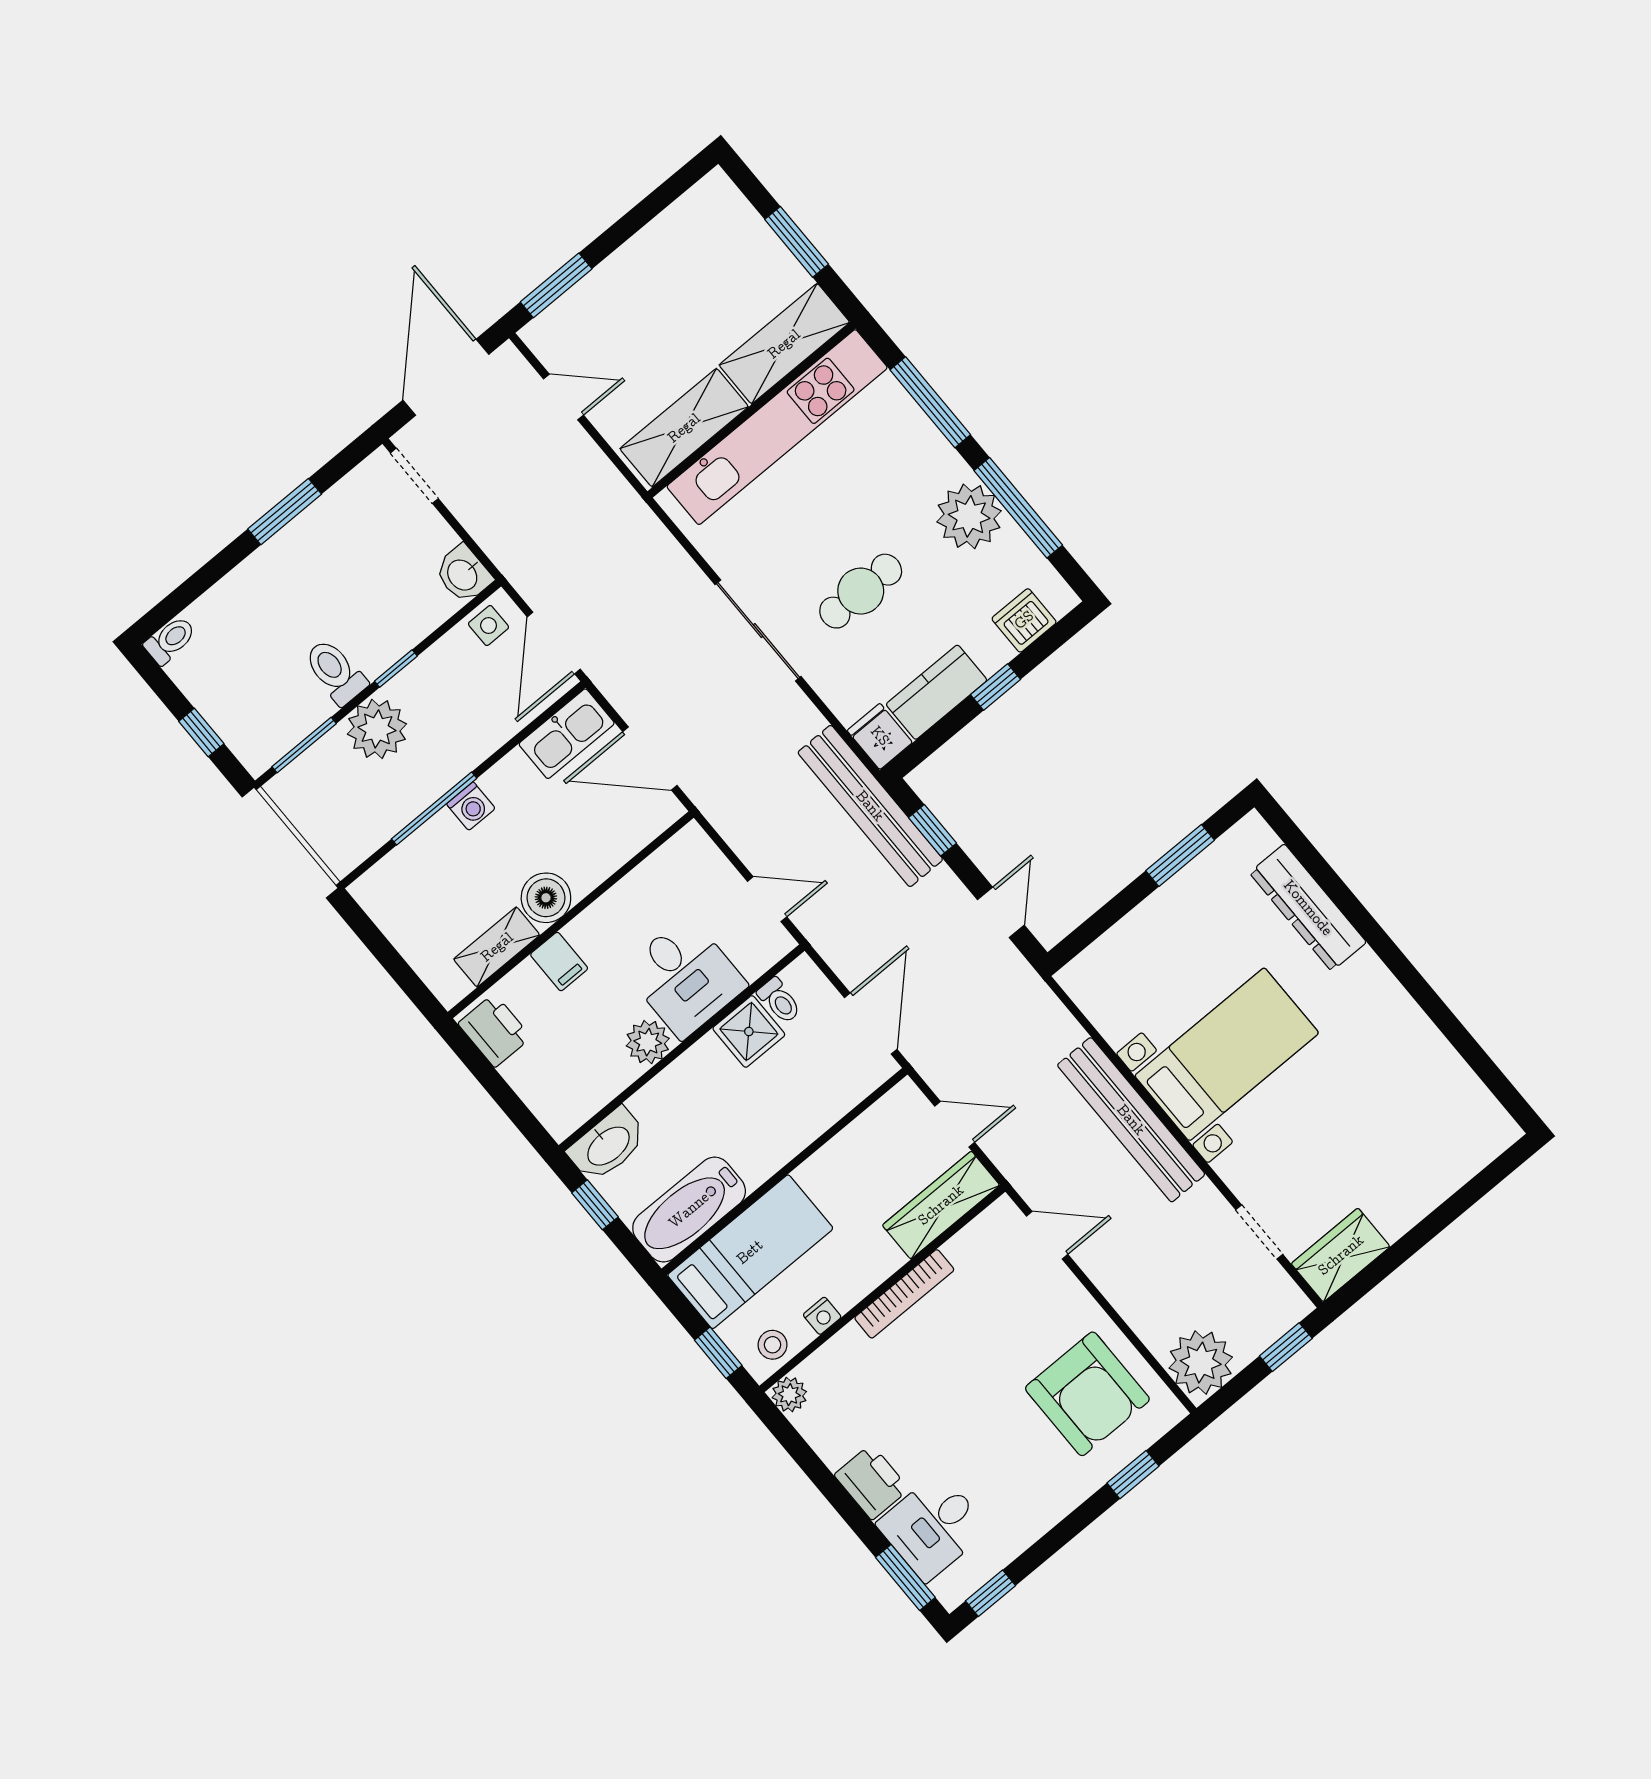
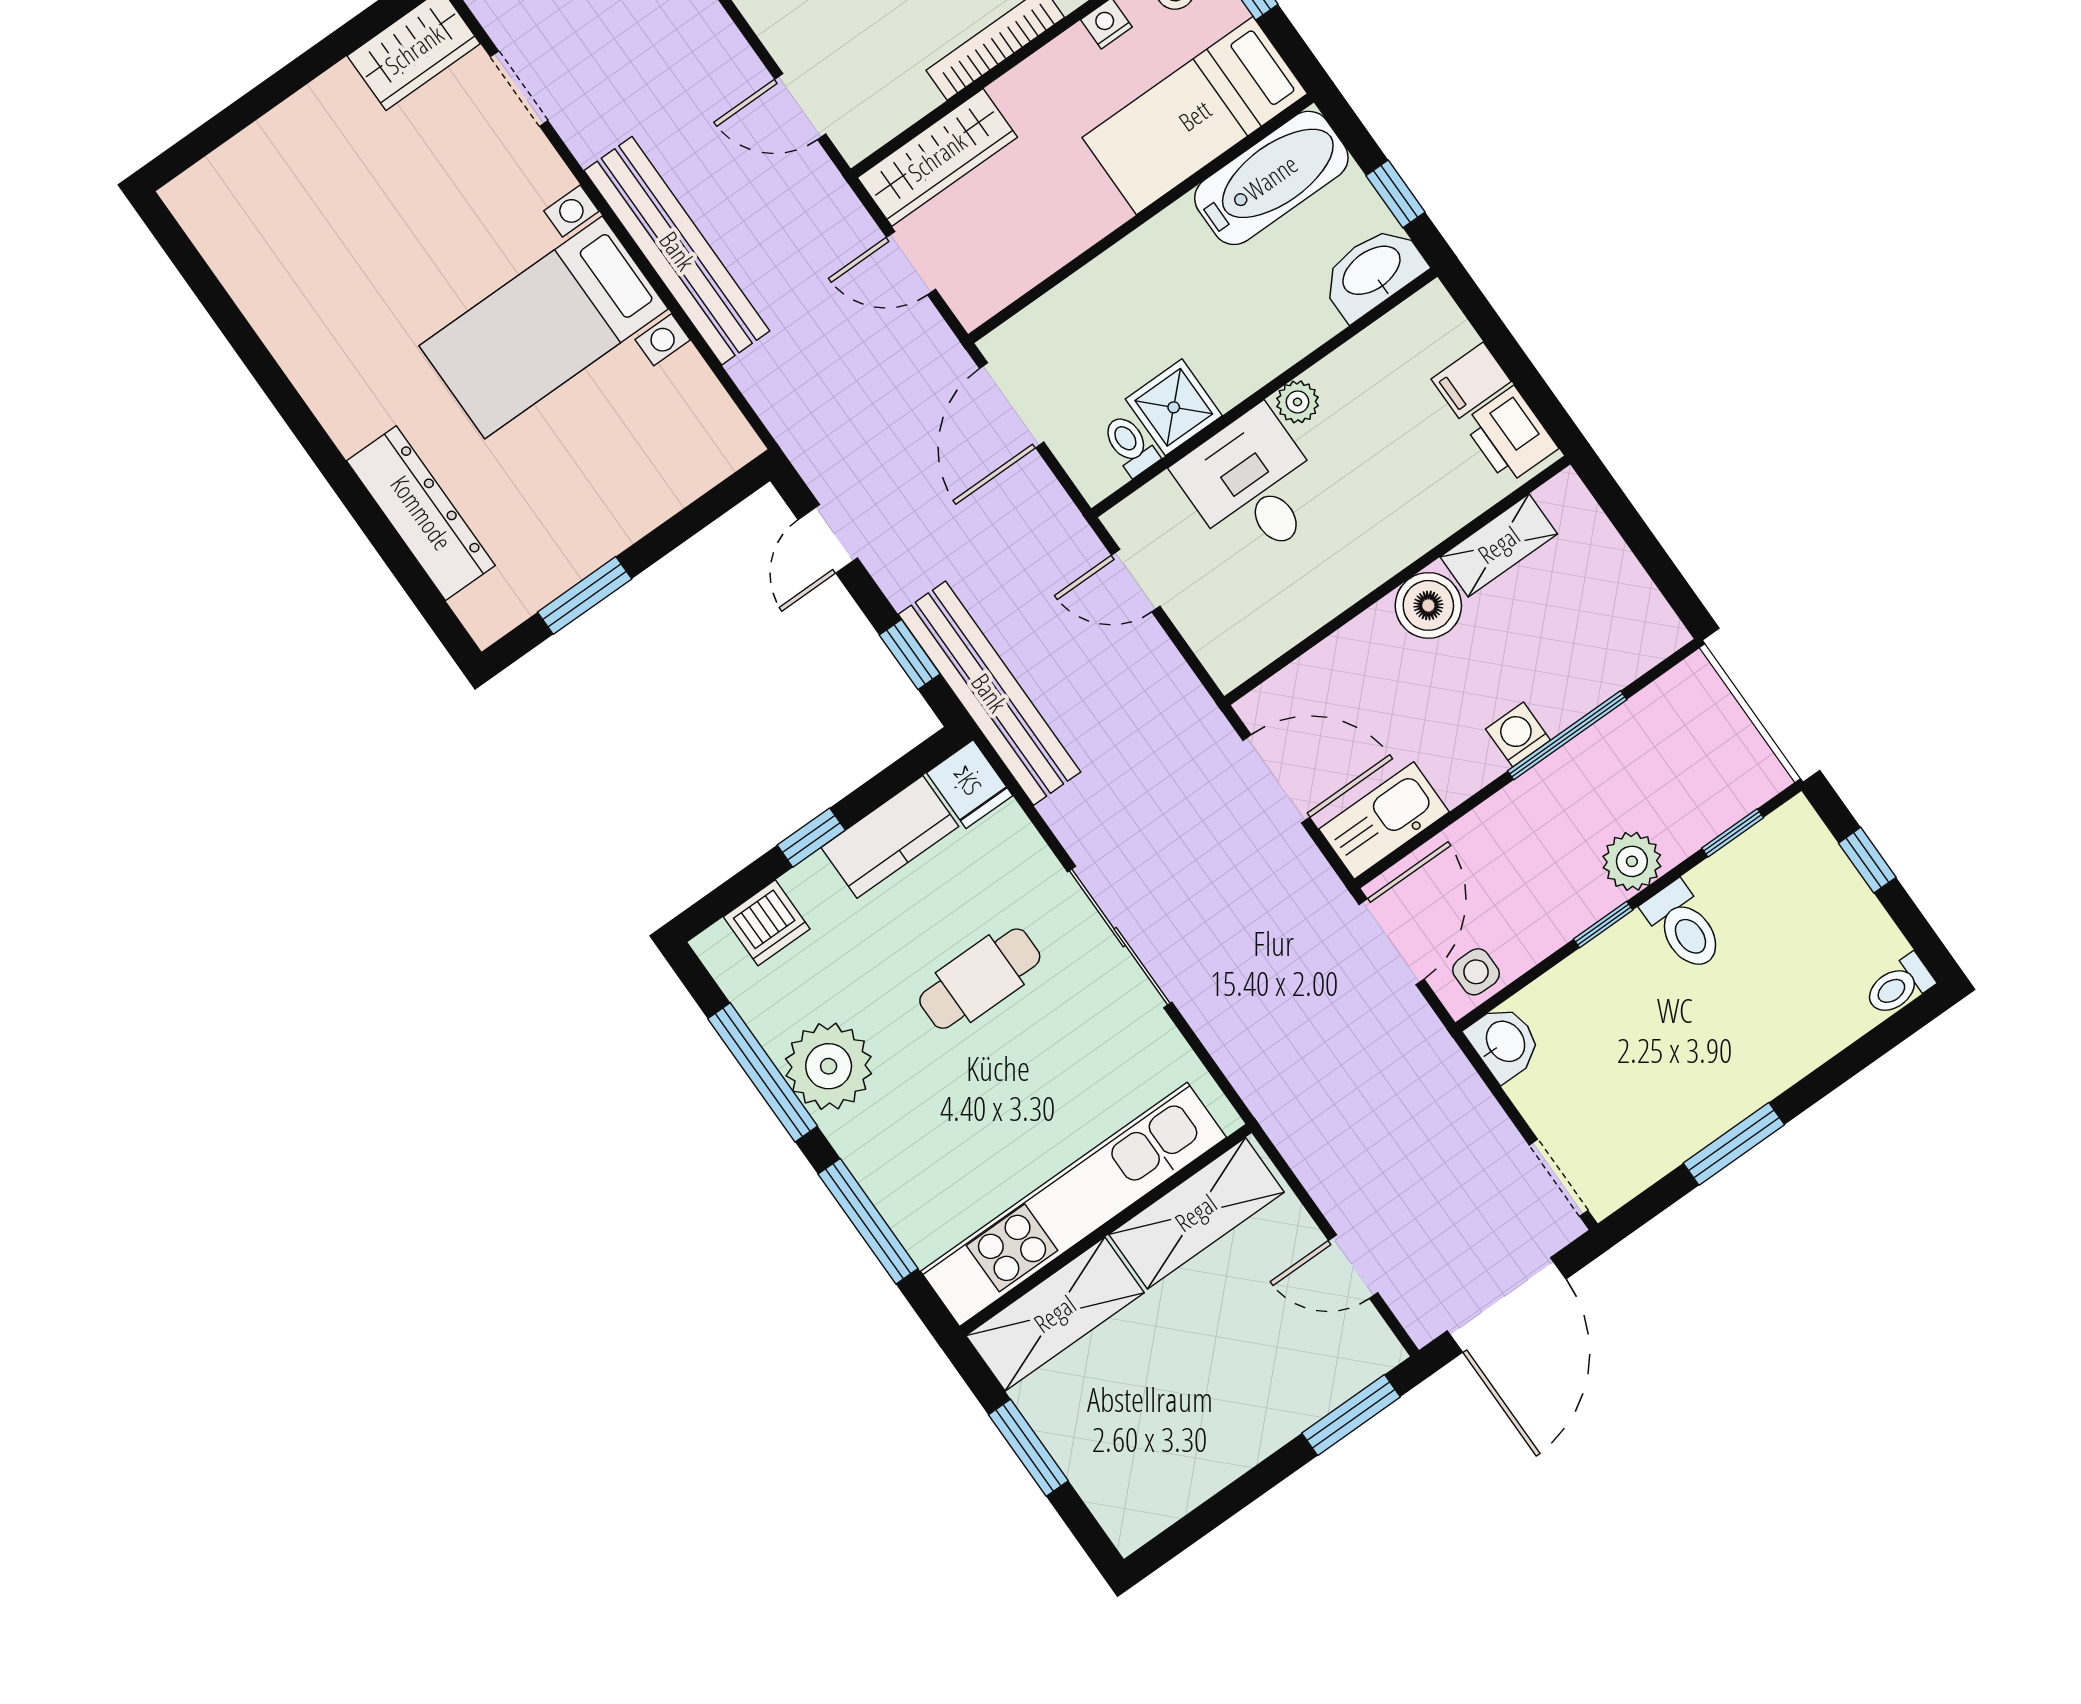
plant: (377, 729) -> (1632, 861), width x0.73, depth x0.73
window: (304, 745) -> (1733, 833), width x0.67
filing cabinet: (559, 962) -> (1471, 380), moved, turned -90
plant: (648, 1042) -> (1297, 402), width x0.73, depth x0.73

